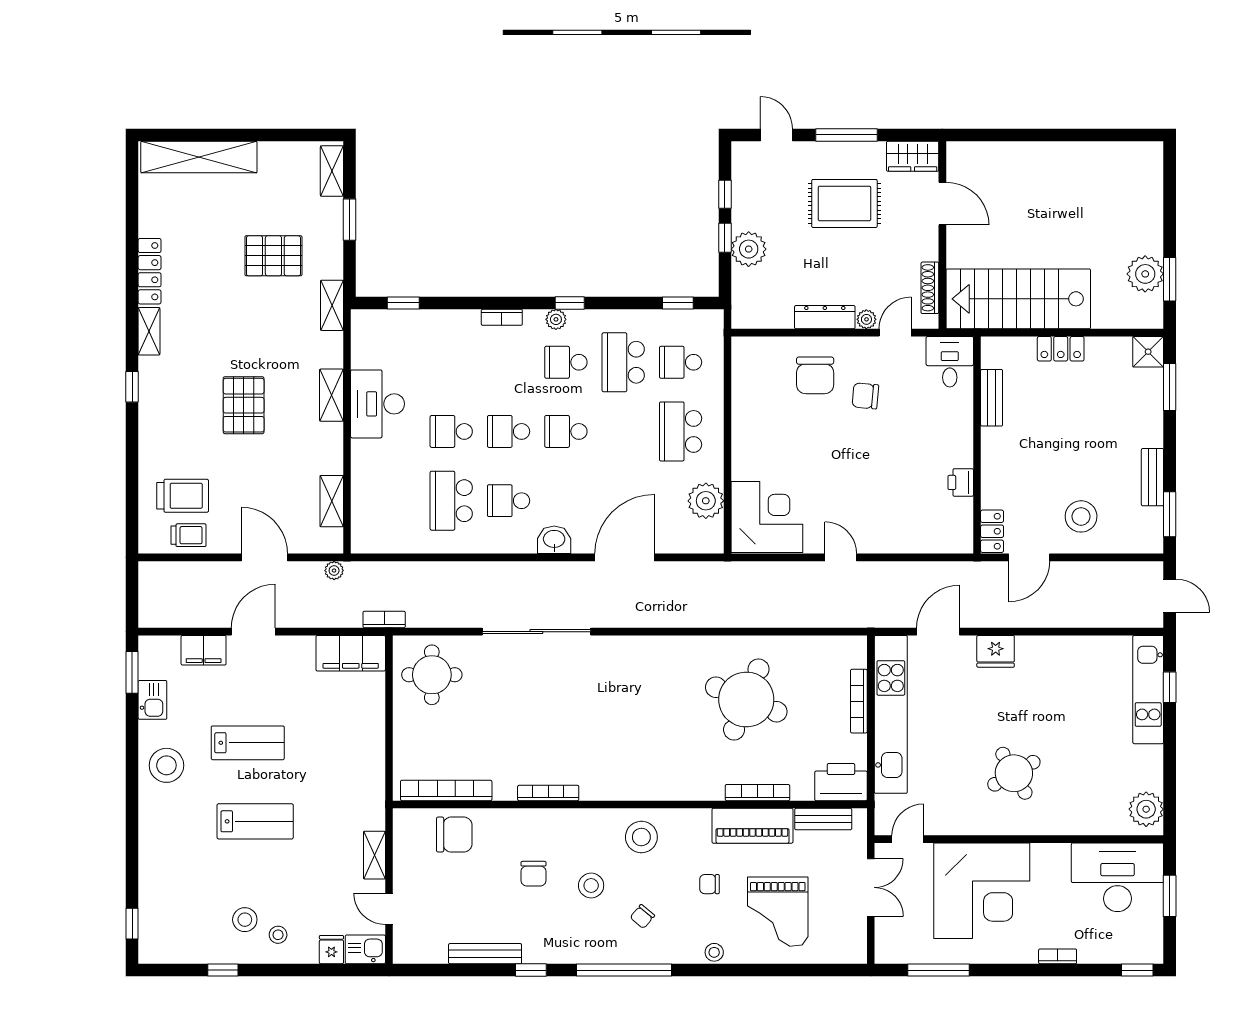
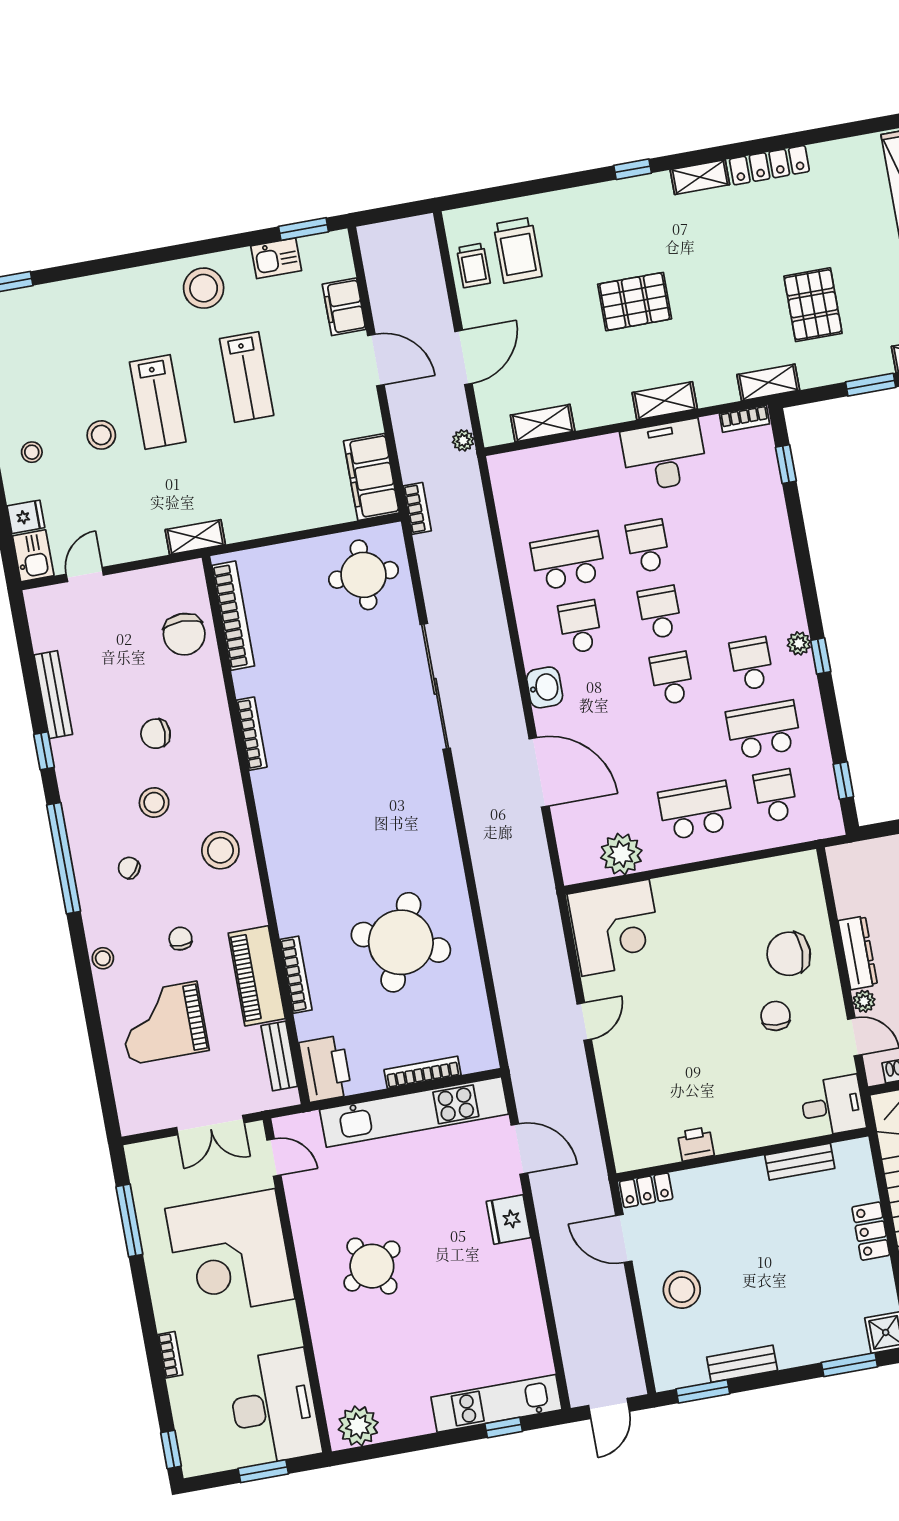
bookcase: (502, 317) -> (745, 419), moved, turned -90
shelving: (374, 855) -> (195, 537), moved
stool: (245, 920) -> (101, 435), moved

